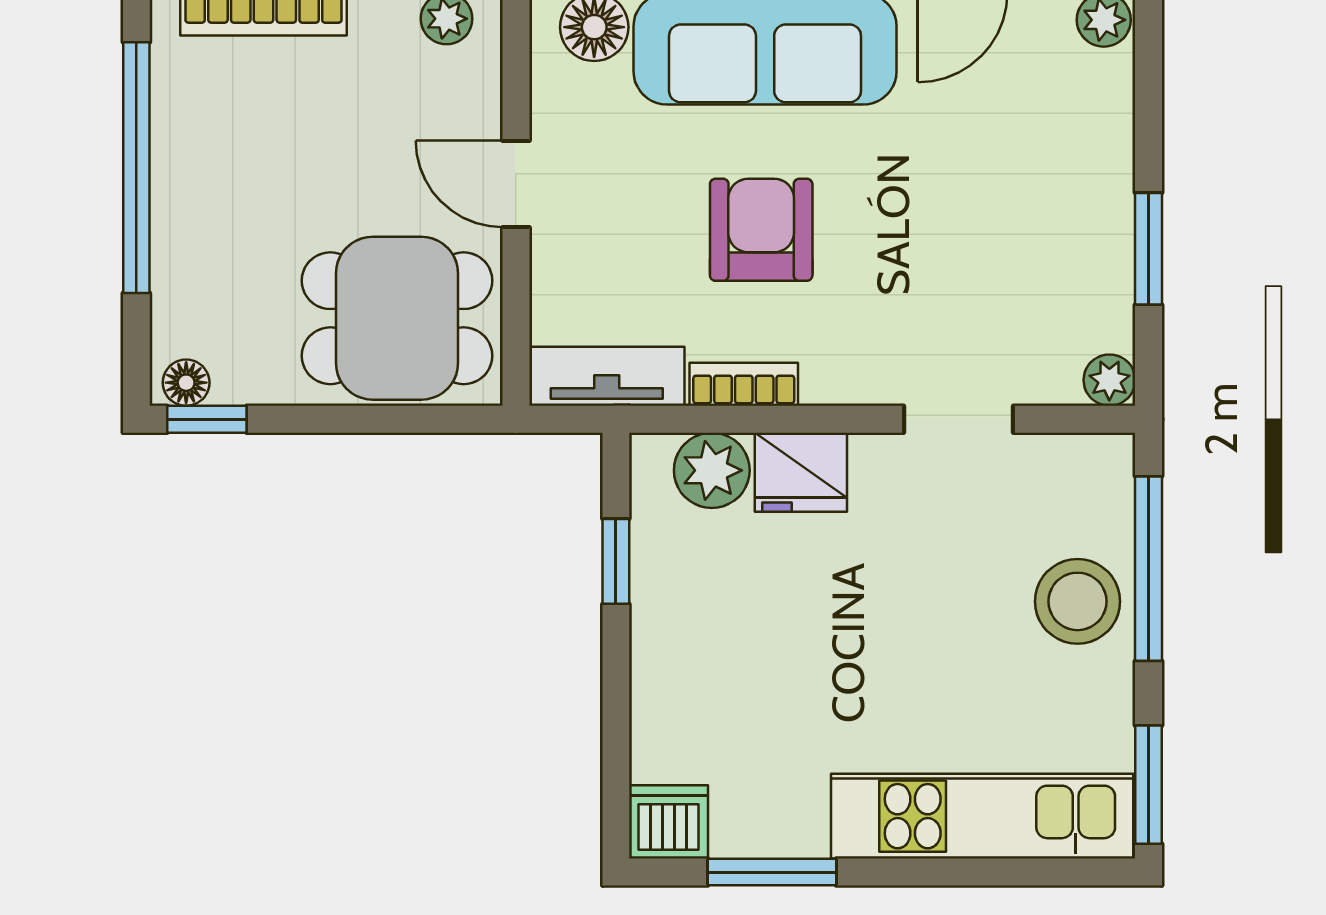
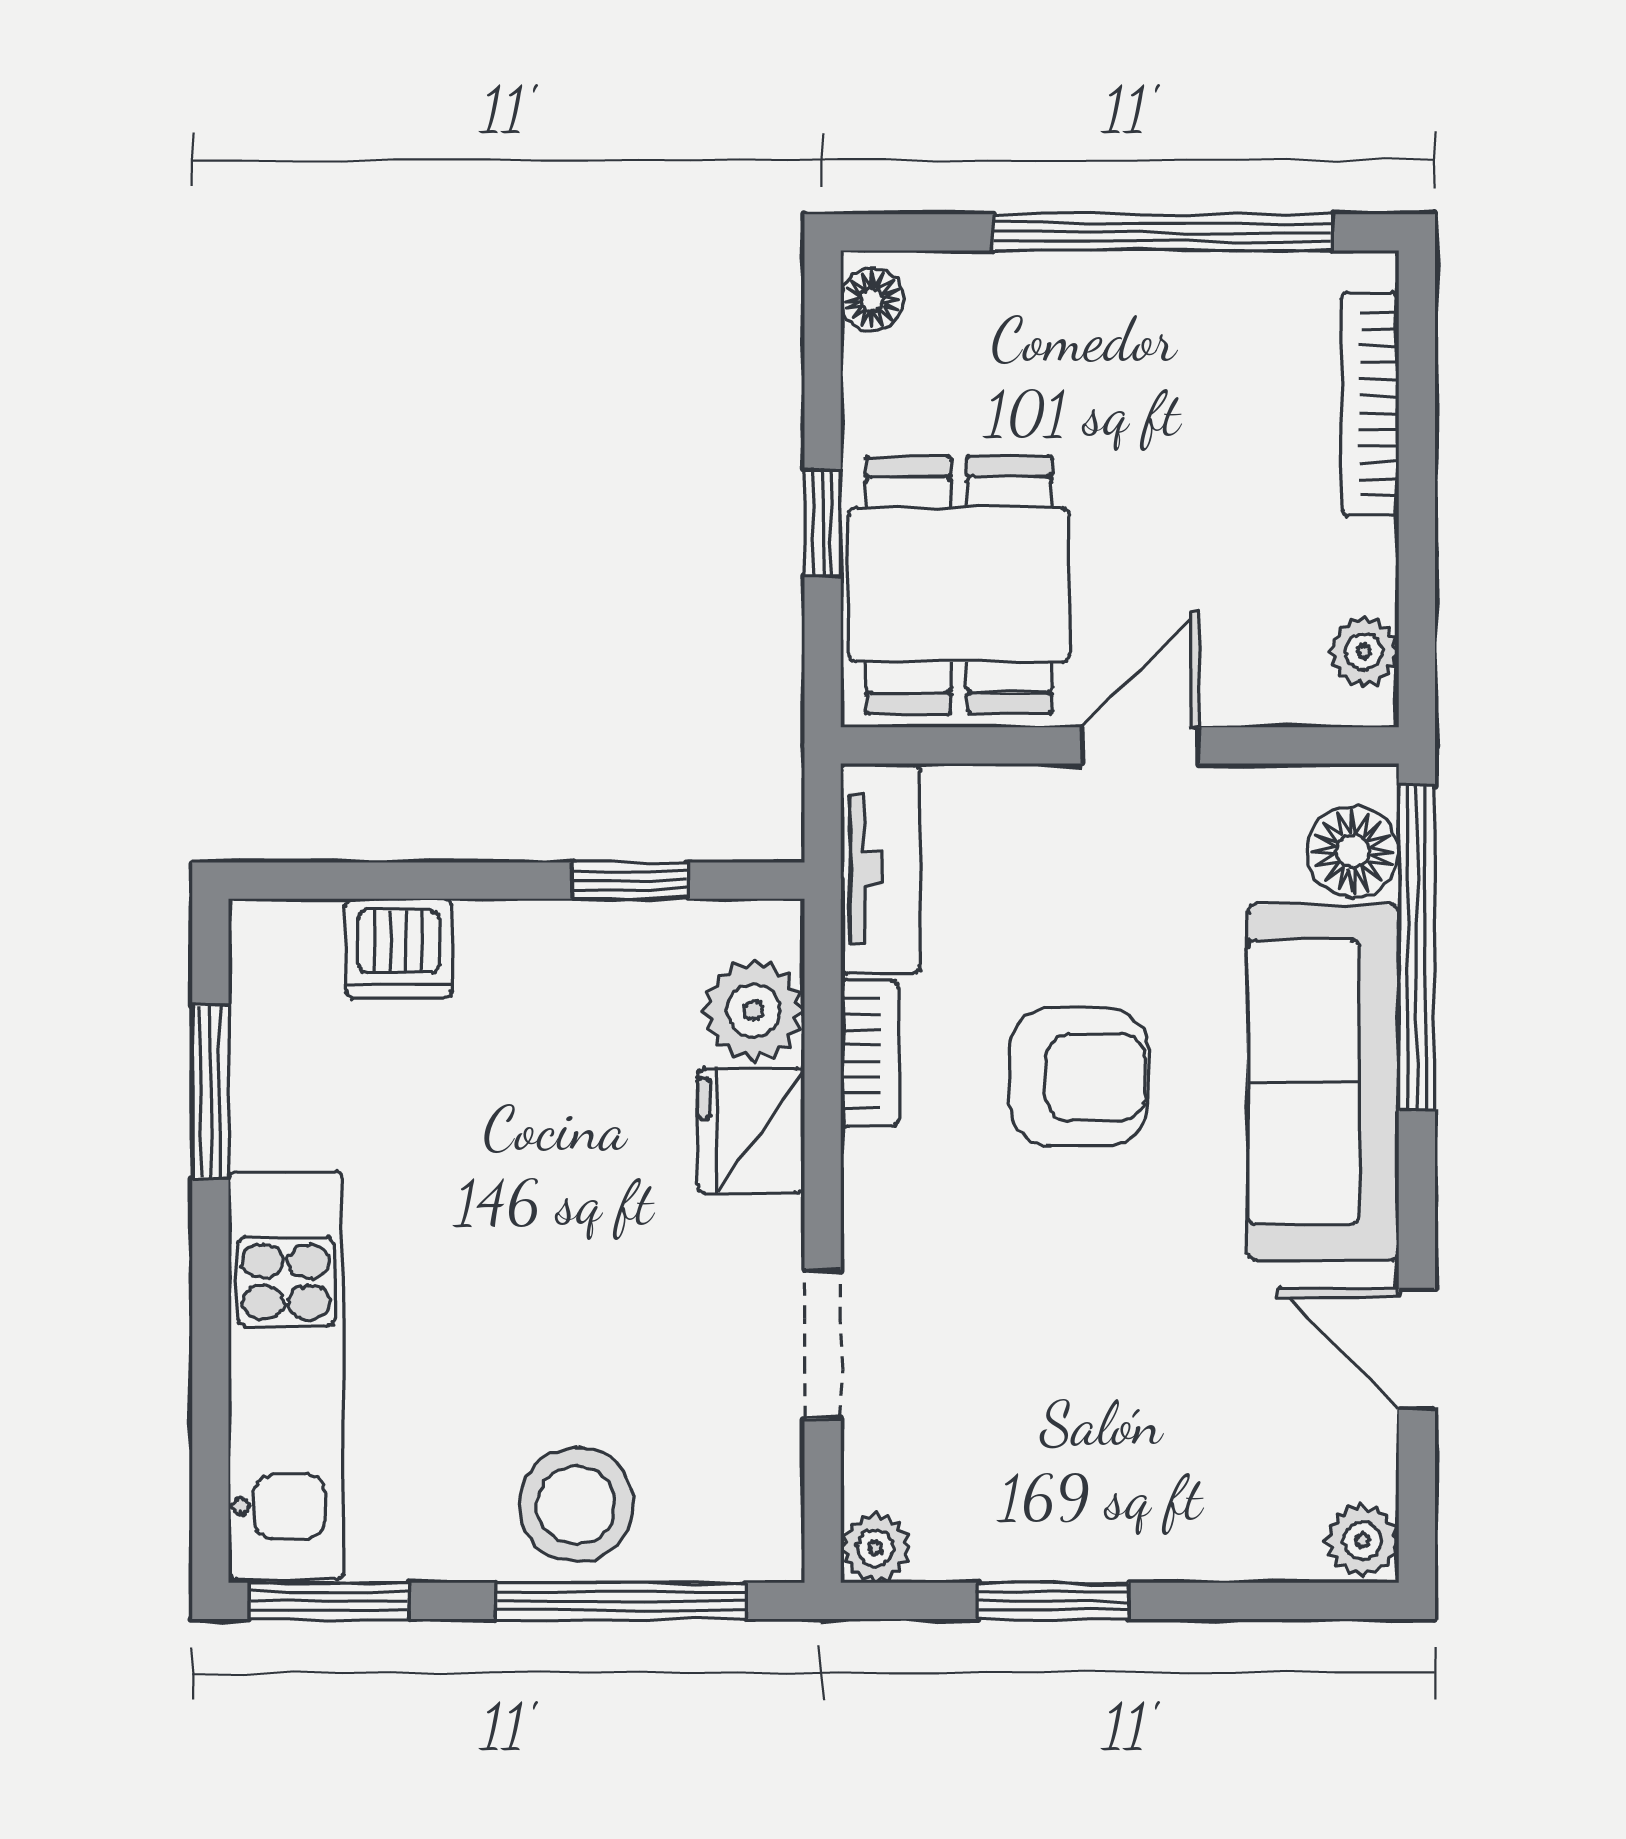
window: (207, 419) -> (823, 523), moved
dishwasher: (668, 822) -> (399, 948), moved, turned 90

